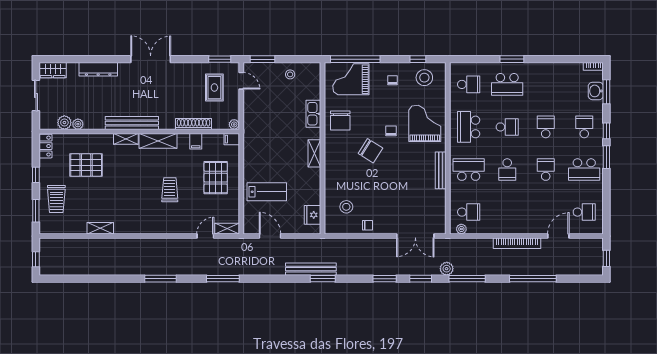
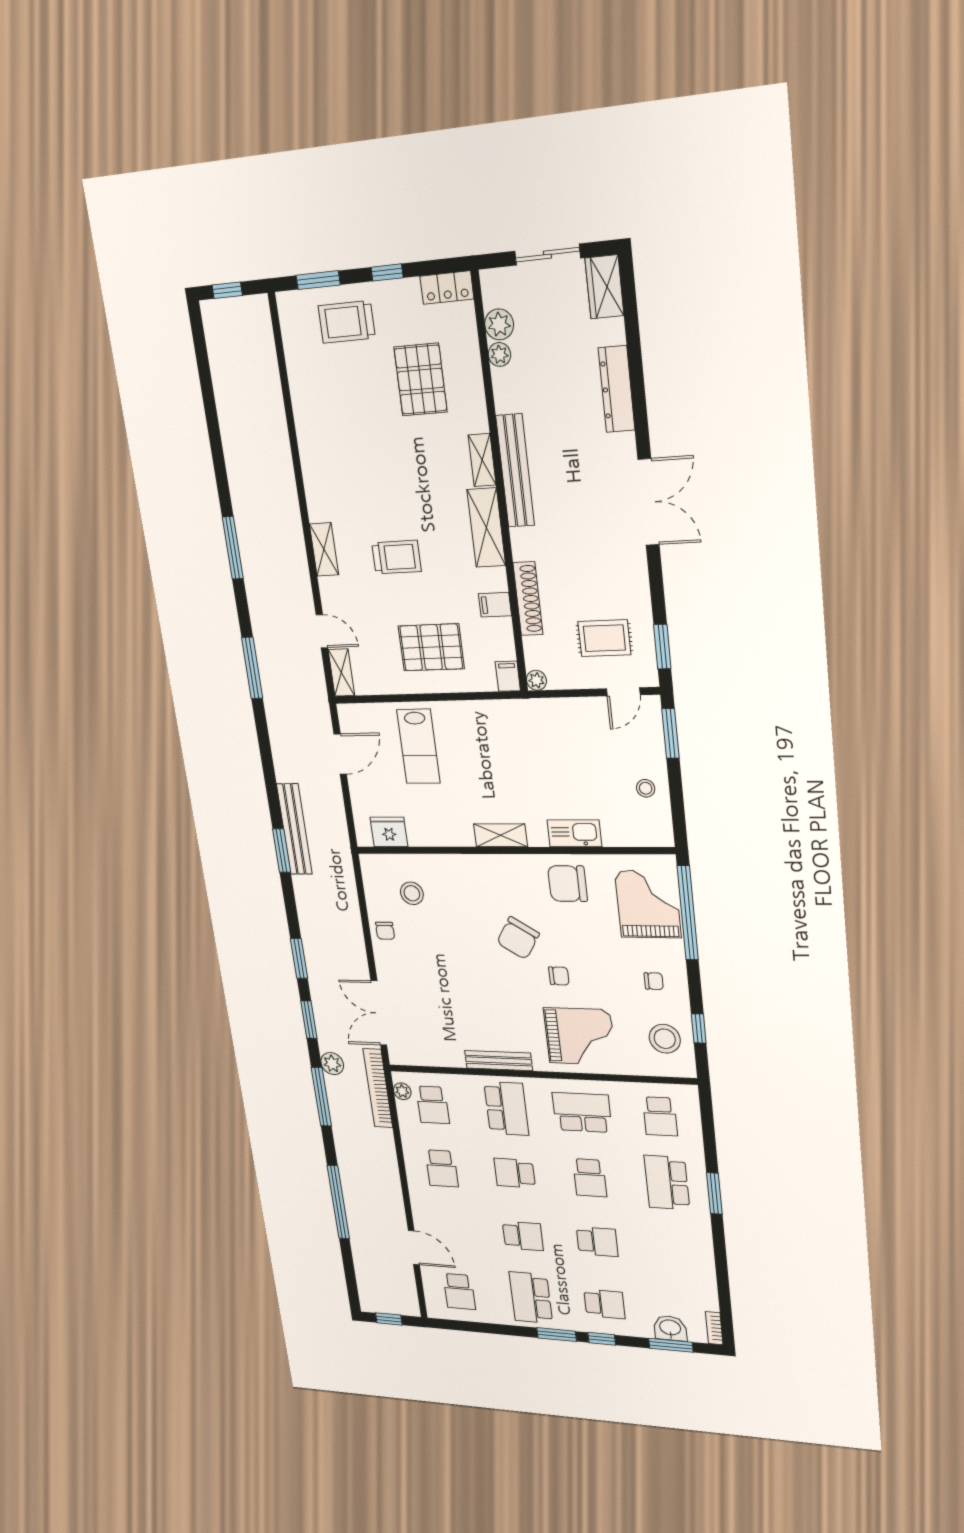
school desk: (507, 212) -> (442, 1168), added
shelving: (100, 228) -> (324, 549), moved
bookcase: (517, 243) -> (378, 1088), moved

